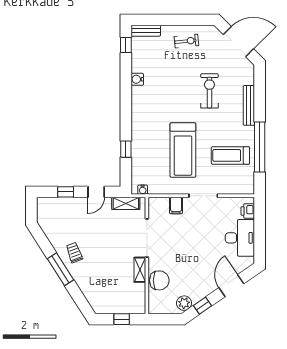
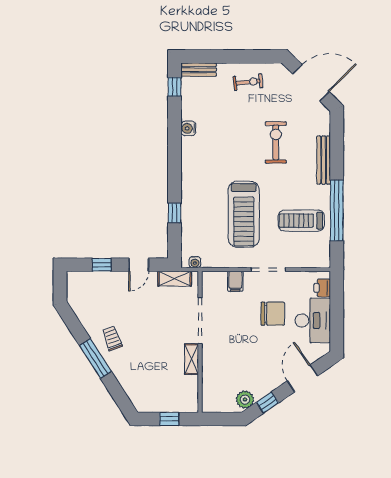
chair: (159, 280) -> (273, 314), moved

